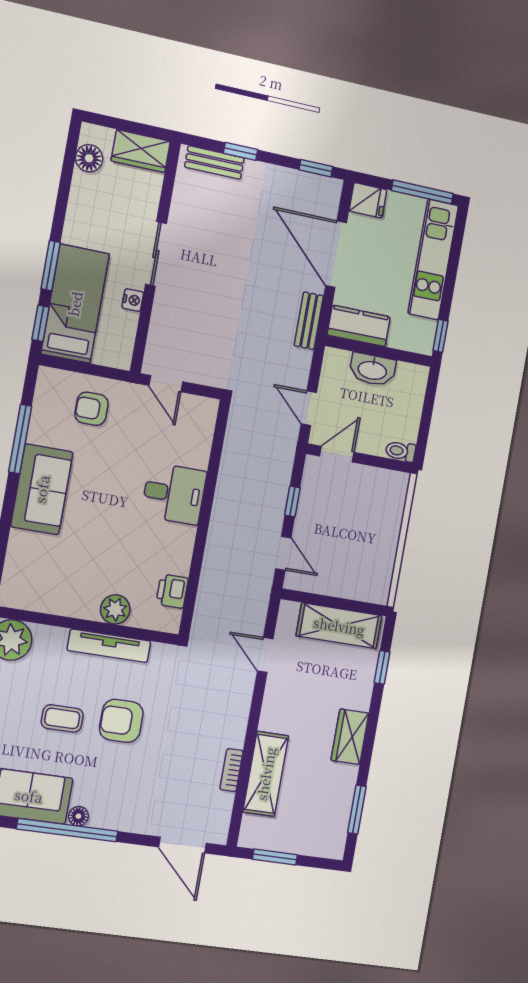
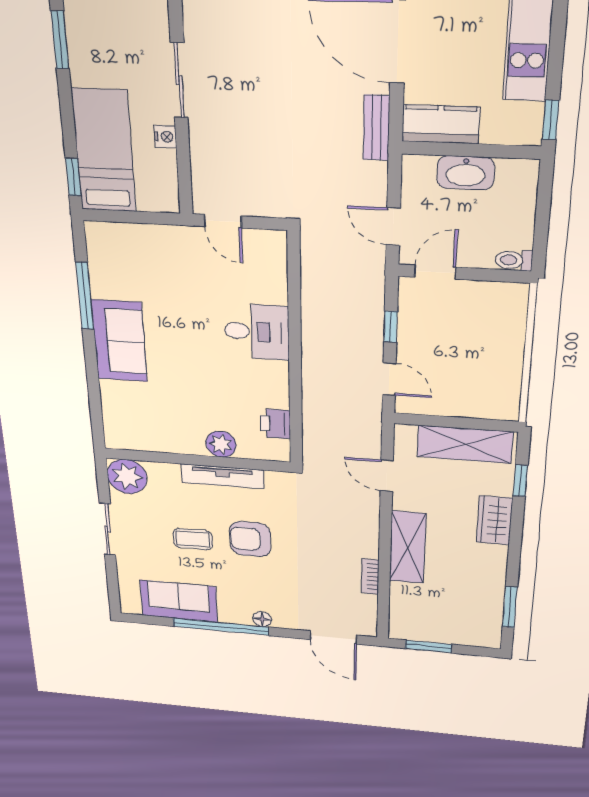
window: (51, 266) -> (60, 40), moved
armchair: (92, 409) -> (149, 257), removed
wardrobe: (350, 737) -> (494, 520), moved
shelving: (266, 774) -> (408, 547), moved
floor lamp: (78, 816) -> (262, 619), moved

